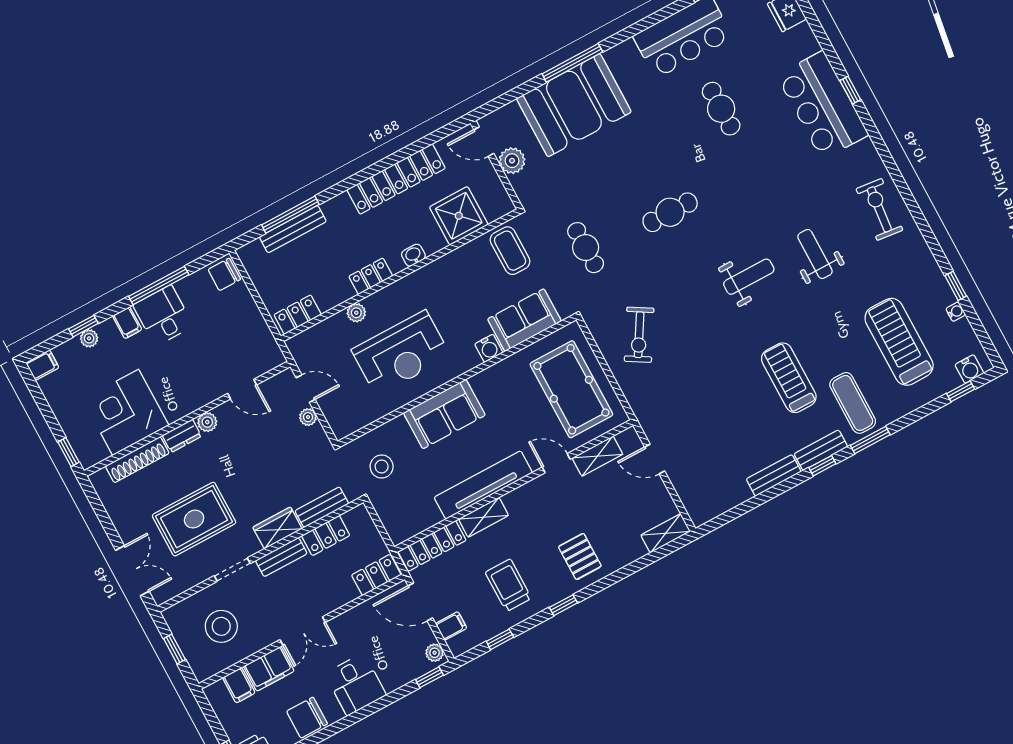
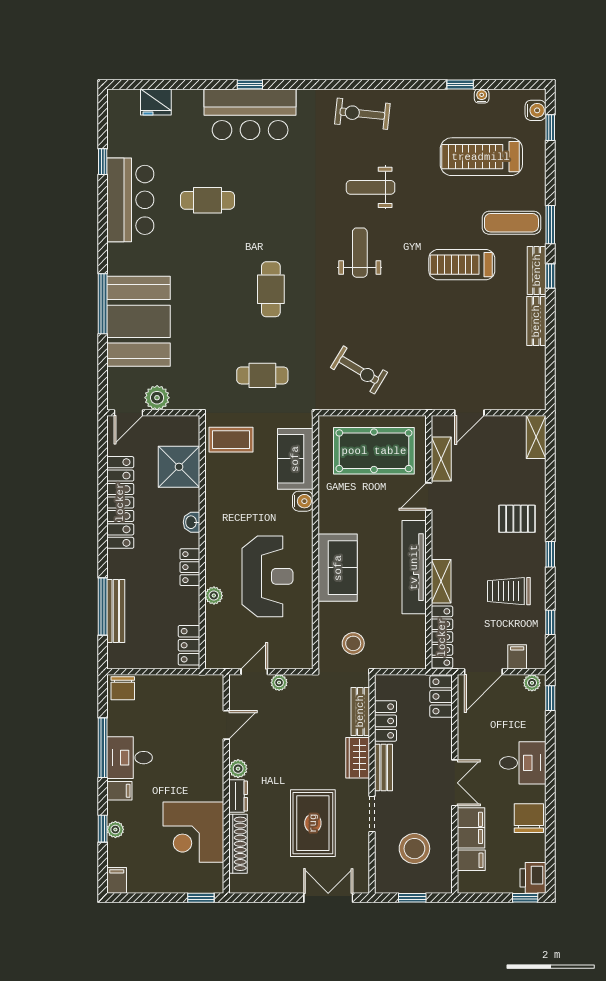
chair: (307, 718) -> (529, 818), turned 180

